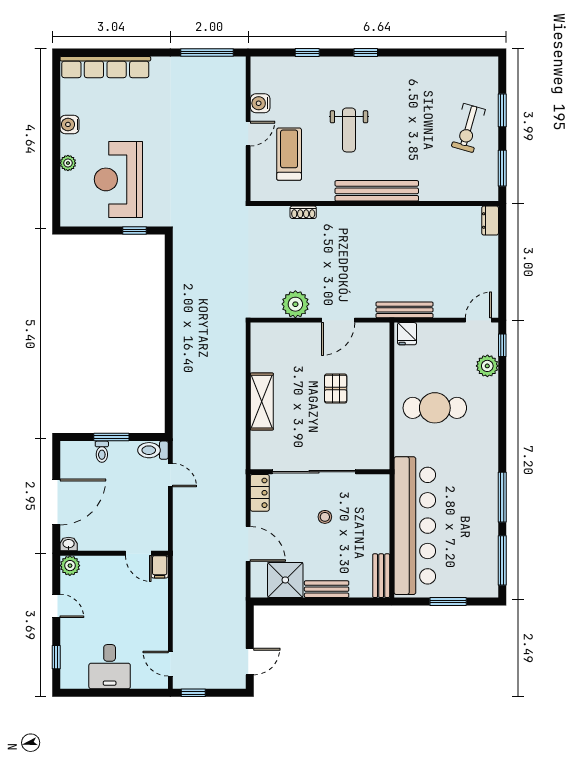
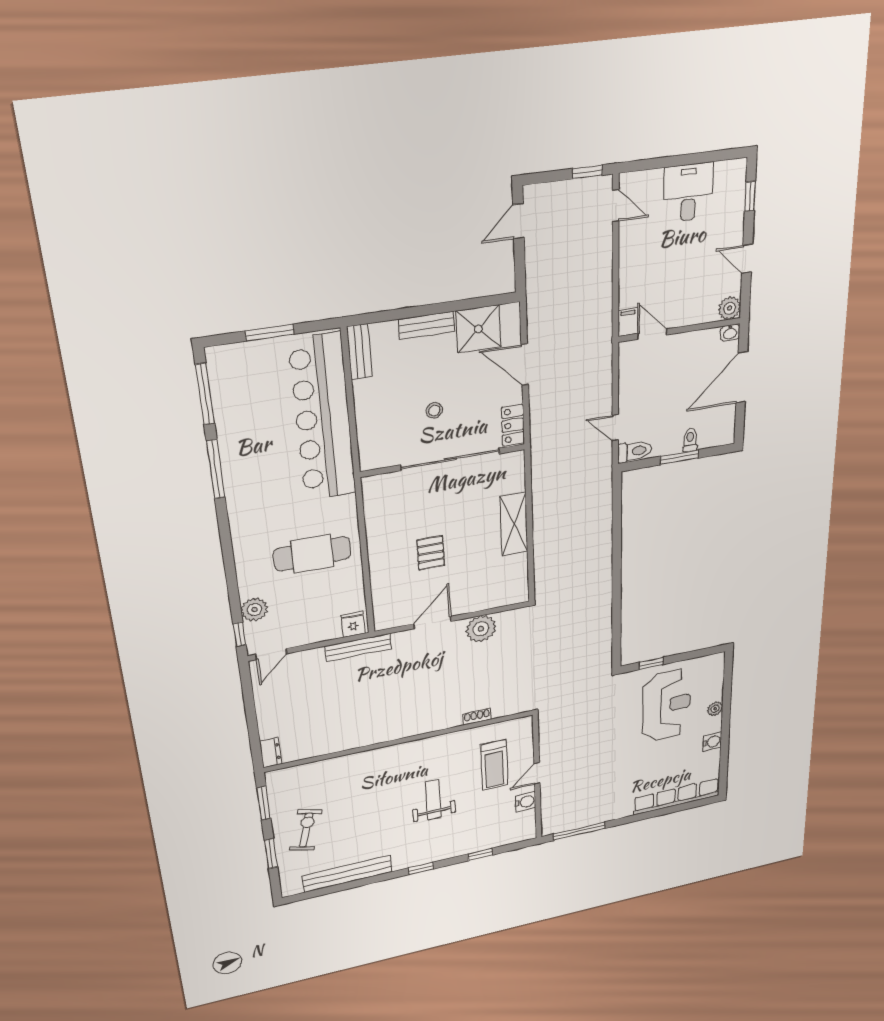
bench: (377, 191) -> (348, 874), moved

